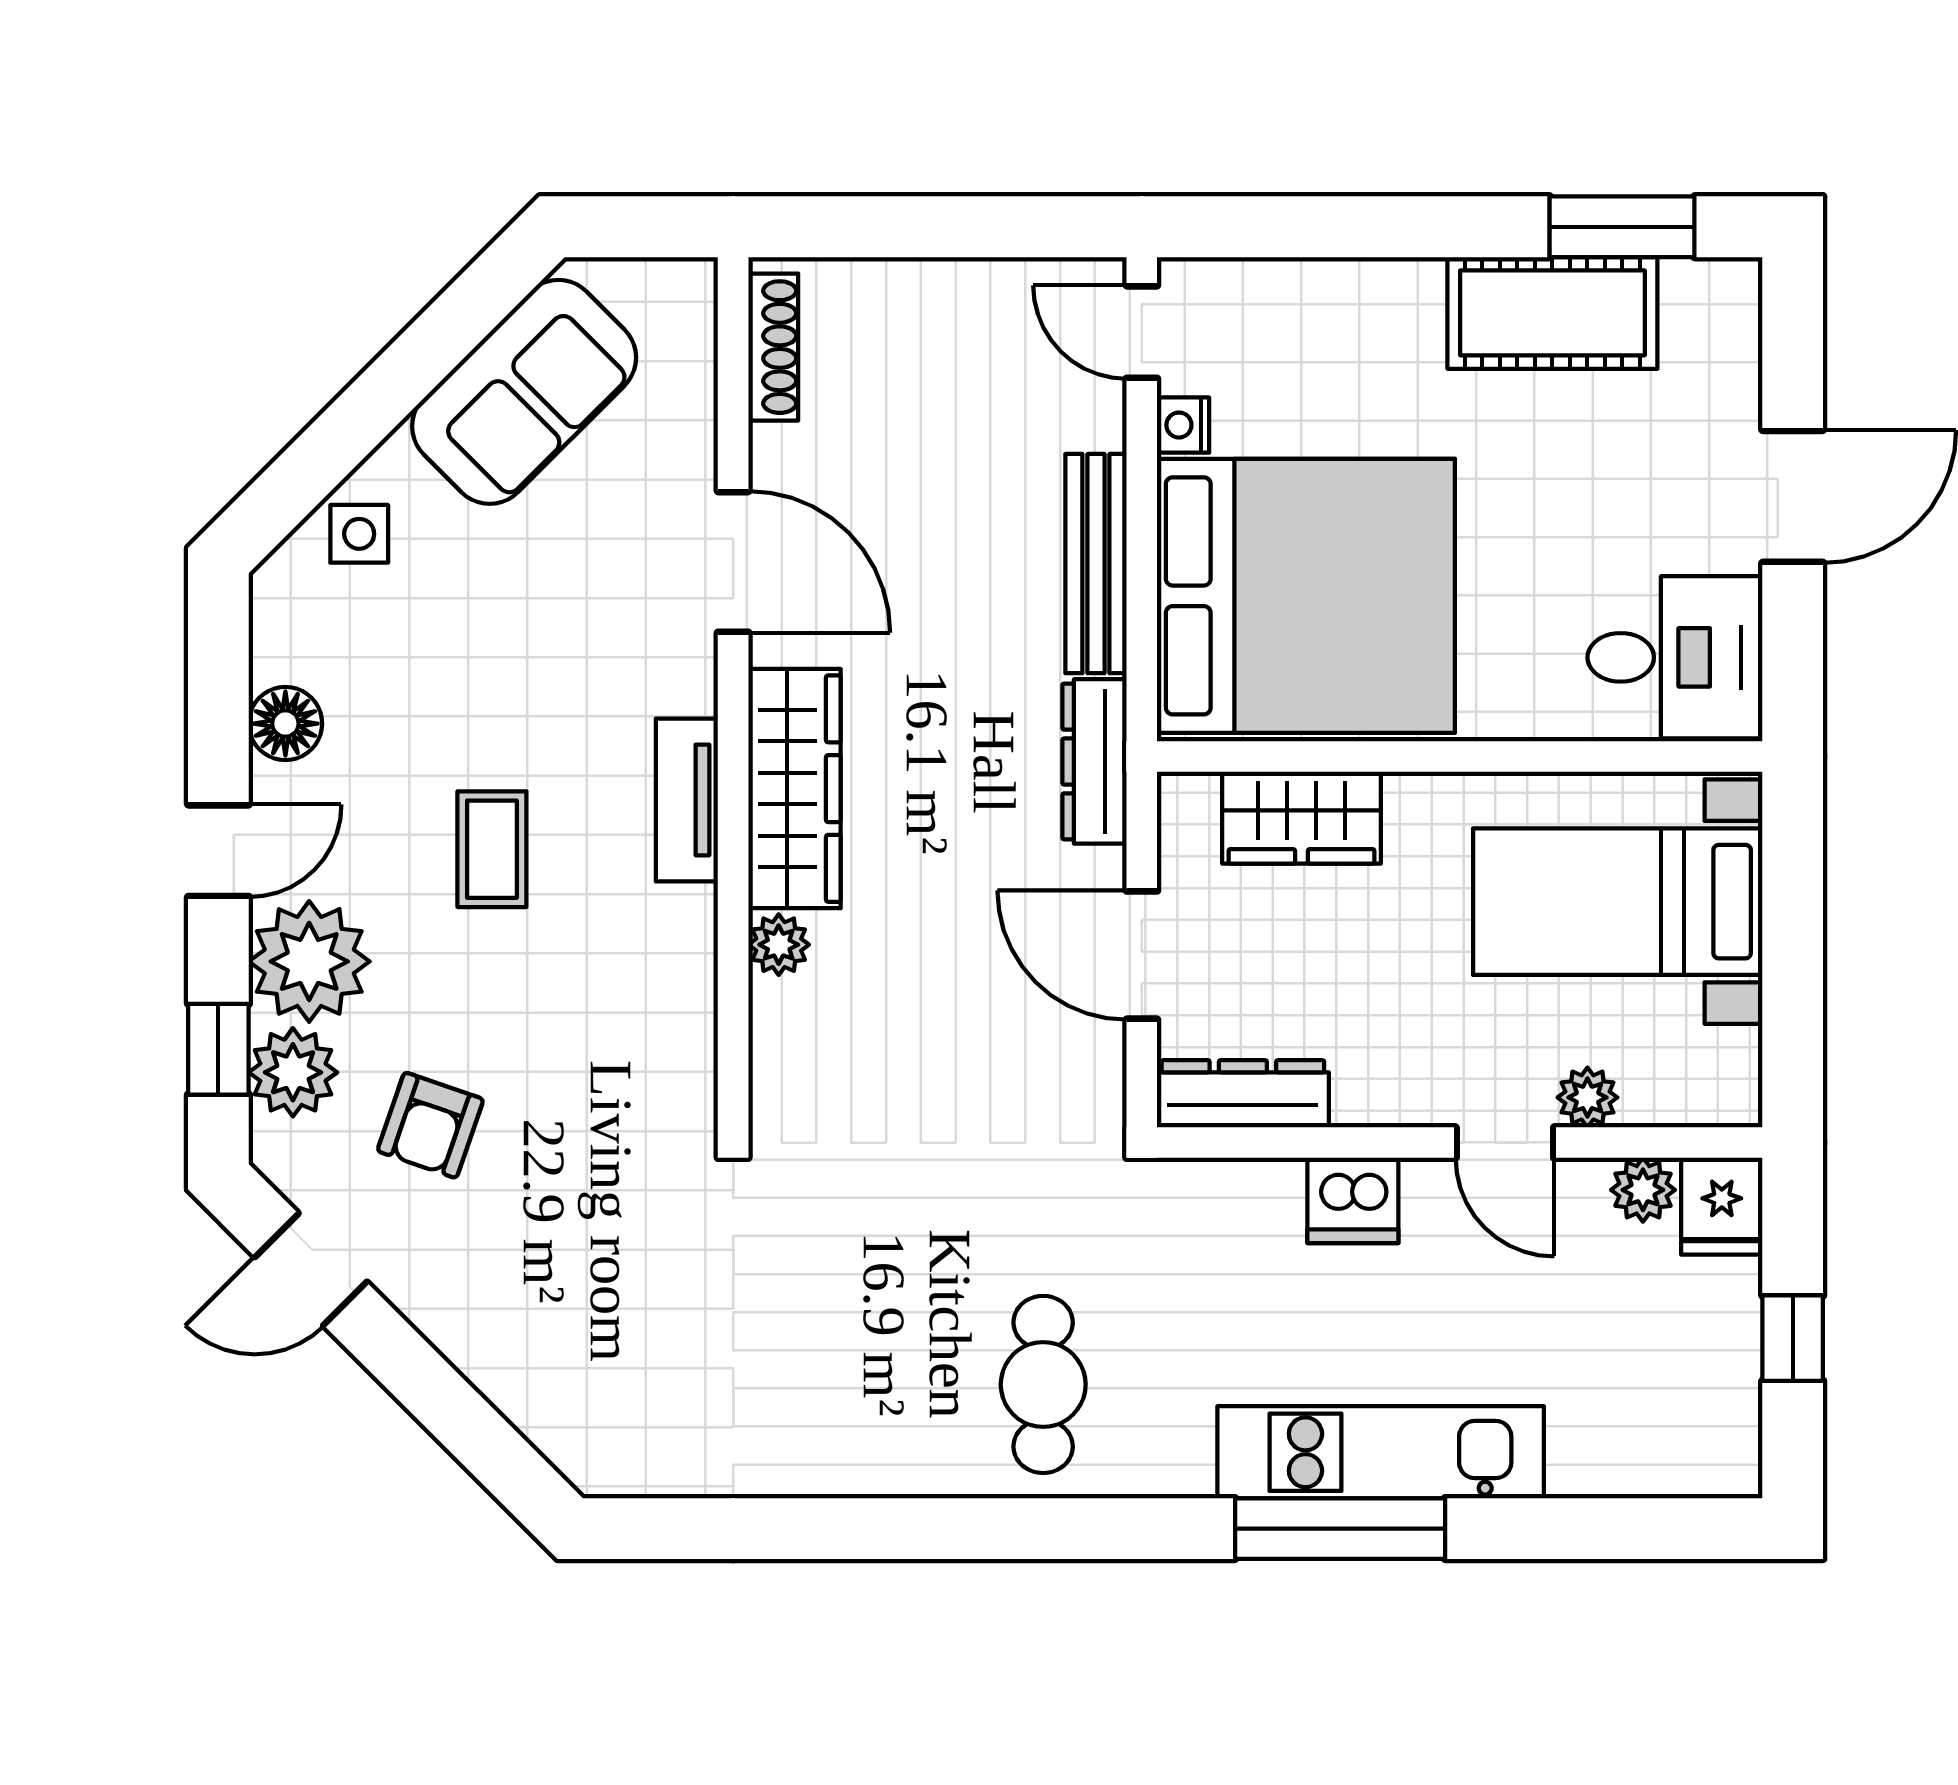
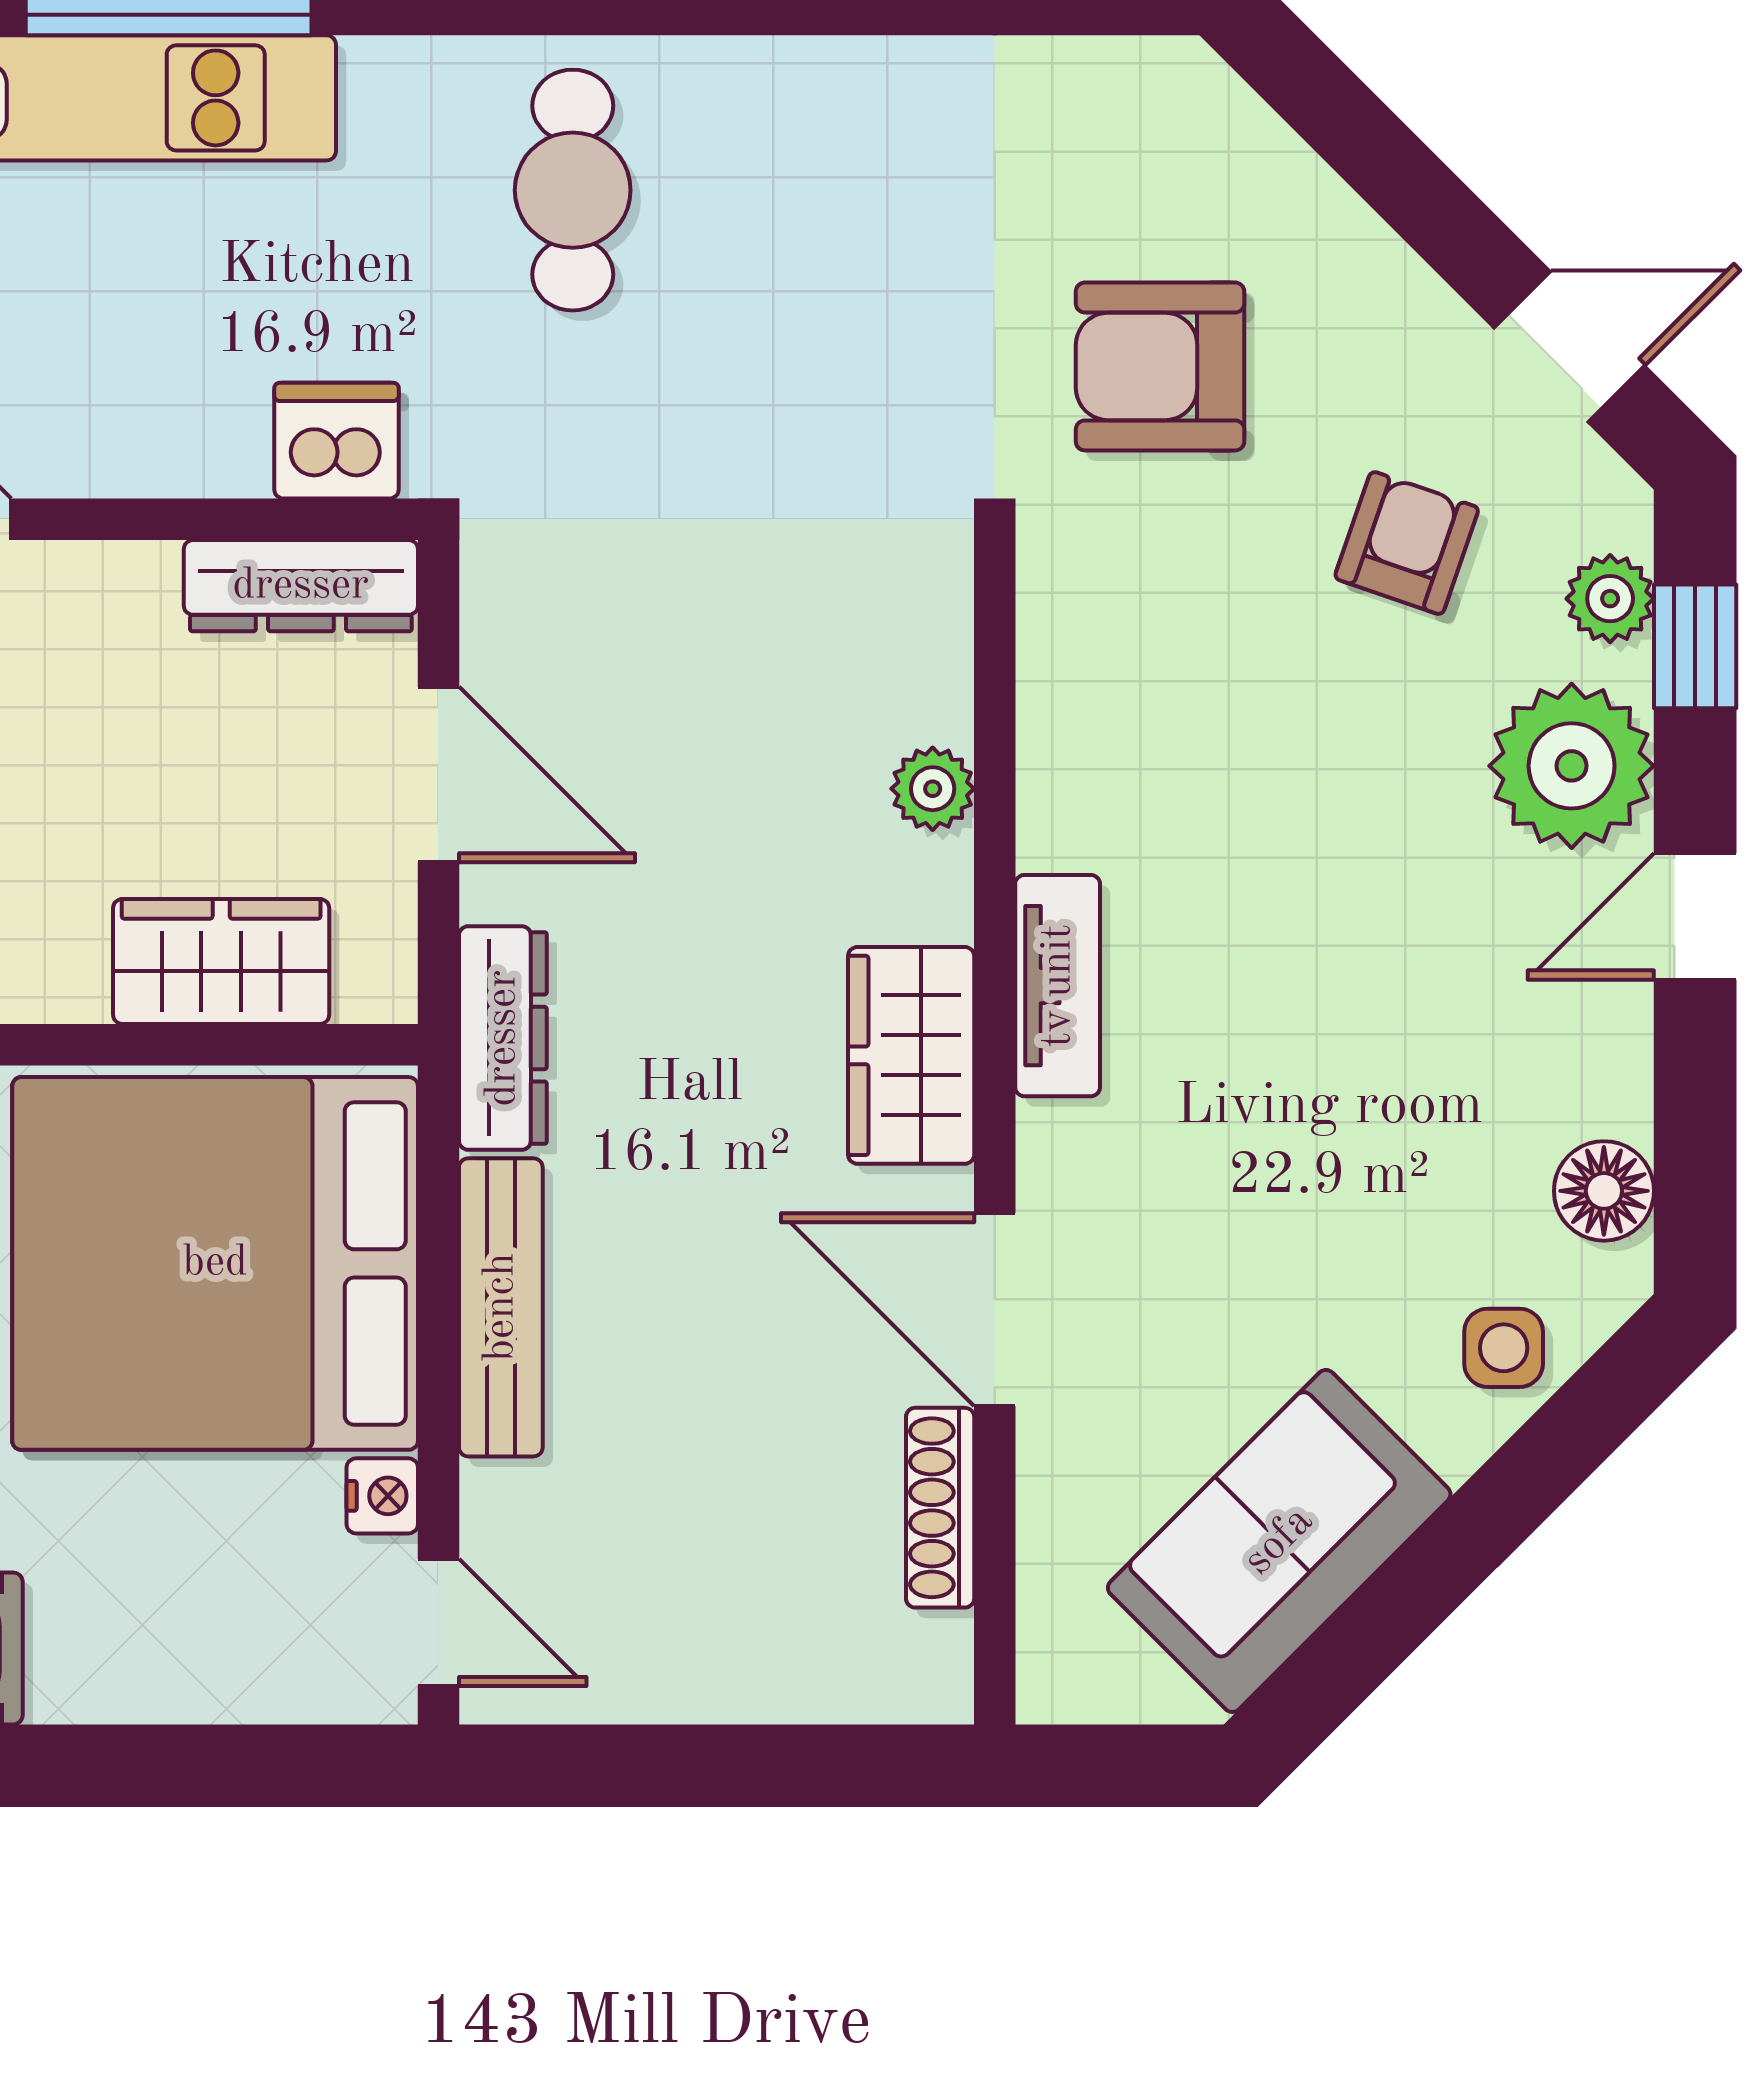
shoe rack: (773, 347) -> (940, 1508), moved
floor lamp: (285, 724) -> (1604, 1191), moved
wardrobe: (794, 789) -> (911, 1055), width x0.67
coffee table: (492, 849) -> (1323, 919), removed
plant: (293, 1072) -> (1610, 599), width x0.73, depth x0.73
dishwasher: (1353, 1200) -> (336, 441), moved
armchair: (612, 1255) -> (1160, 366), added

